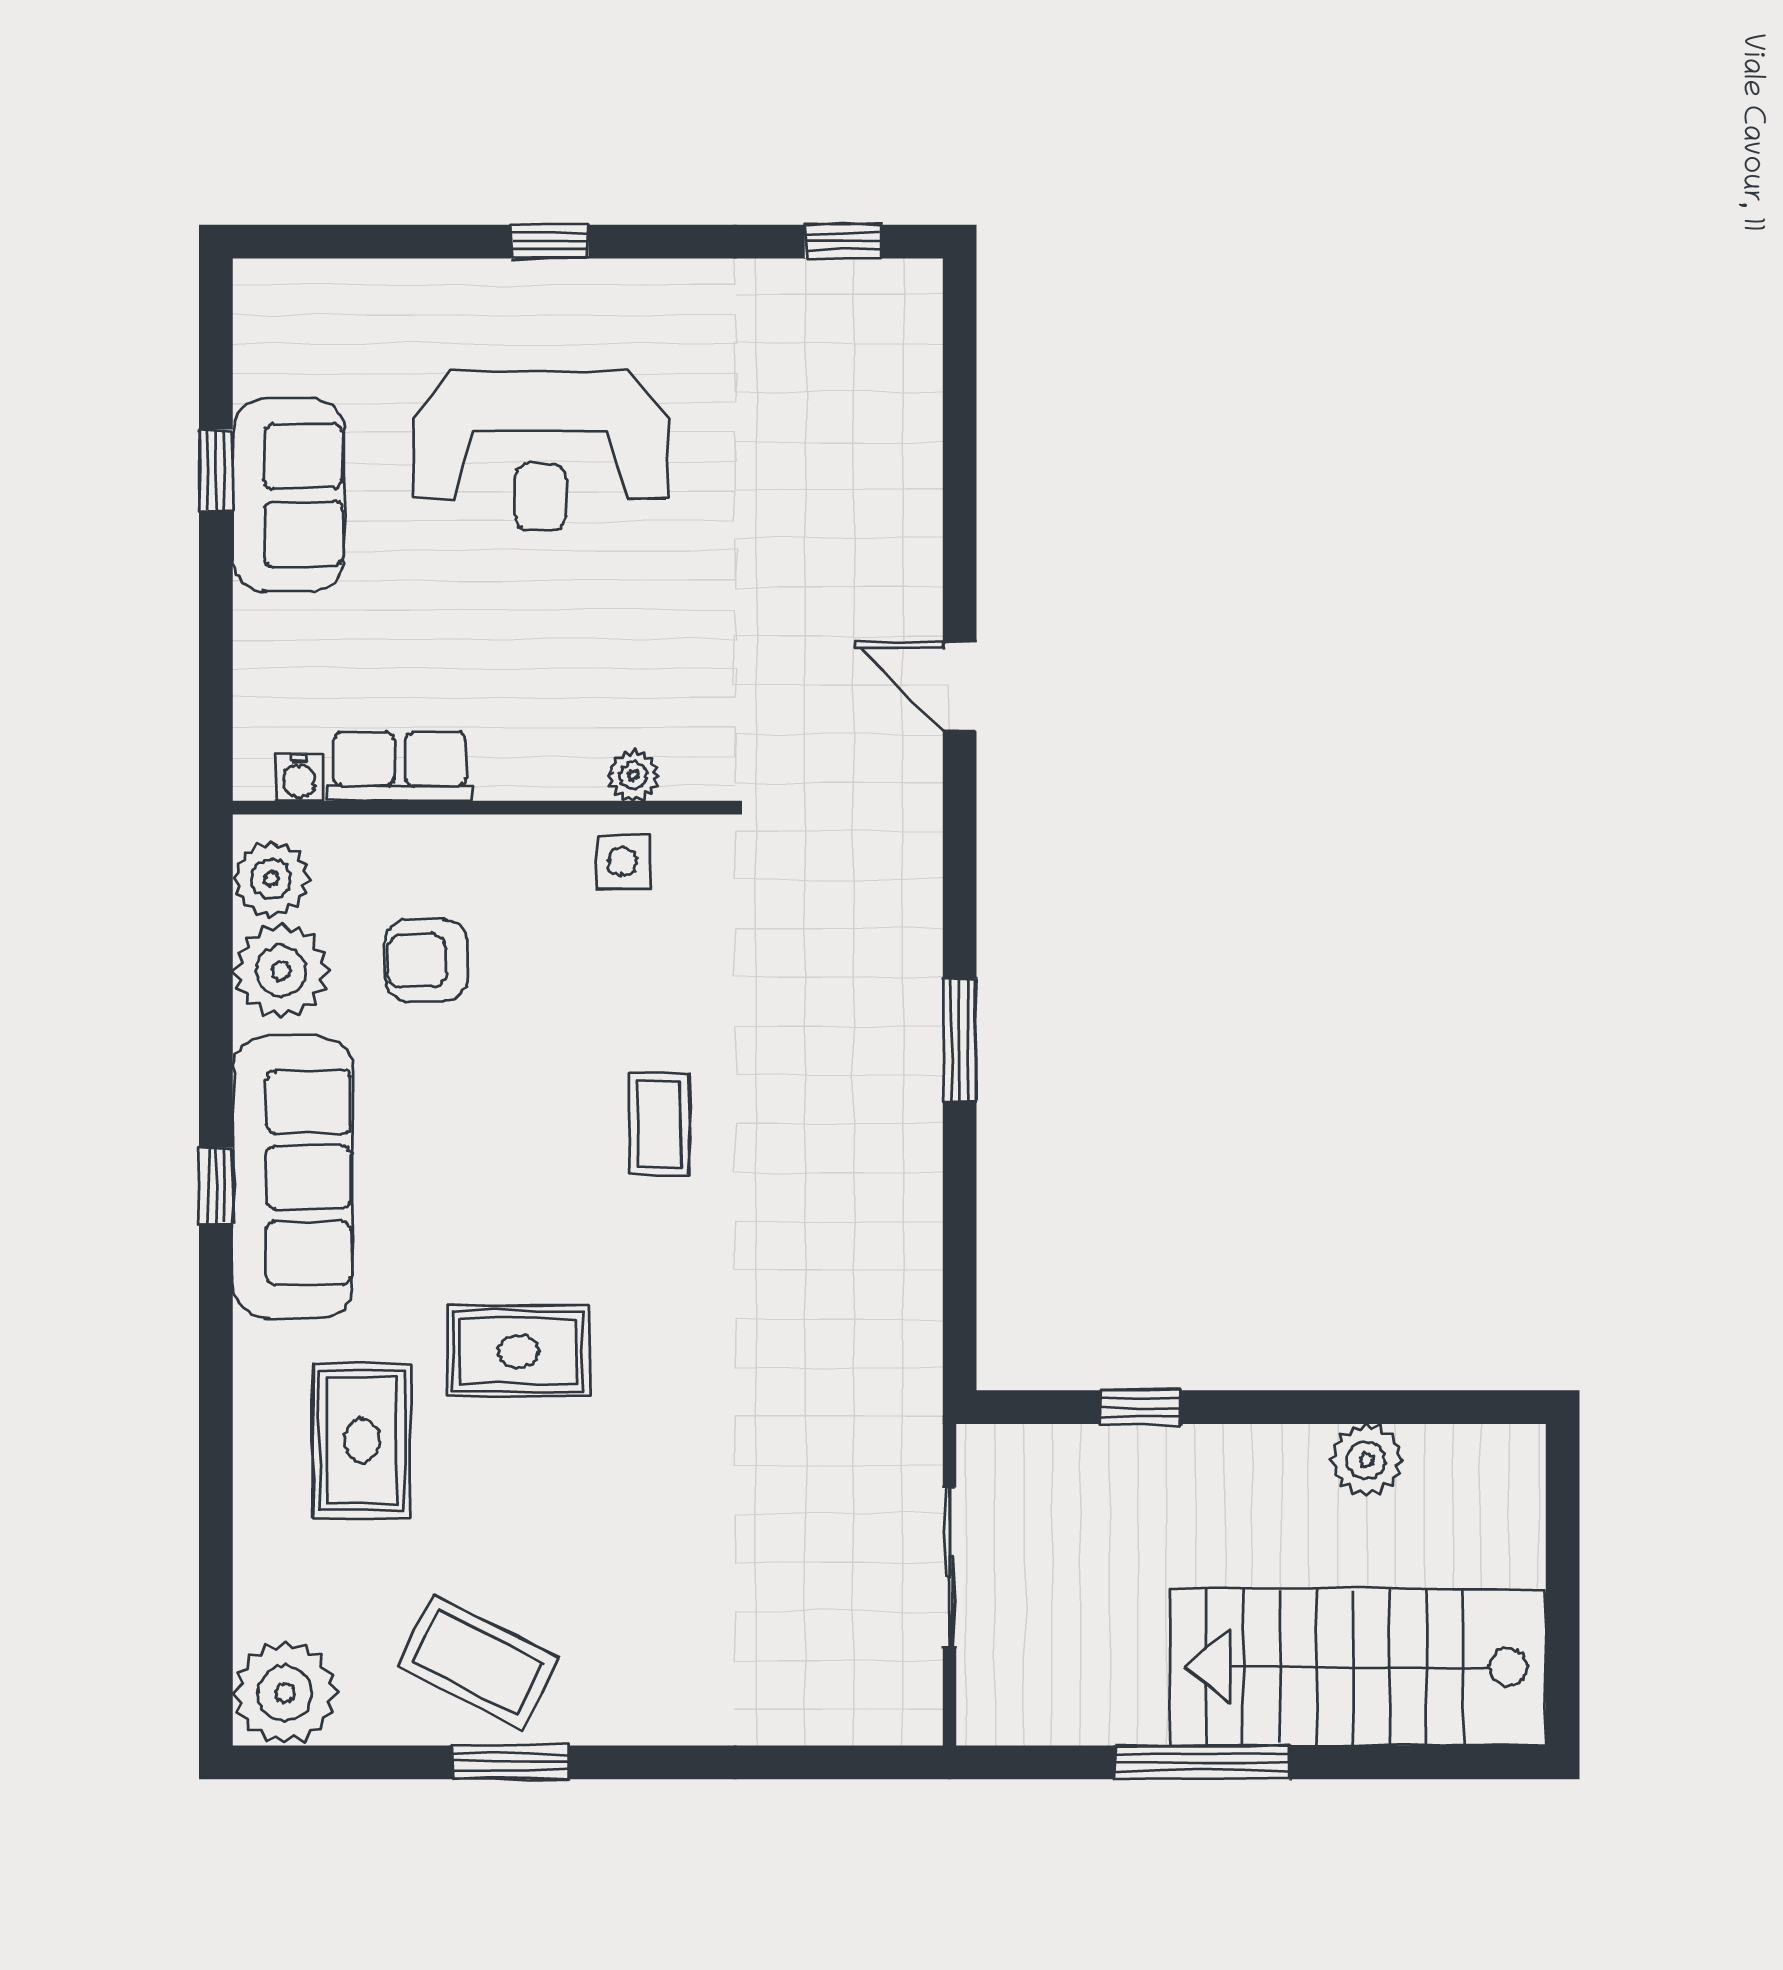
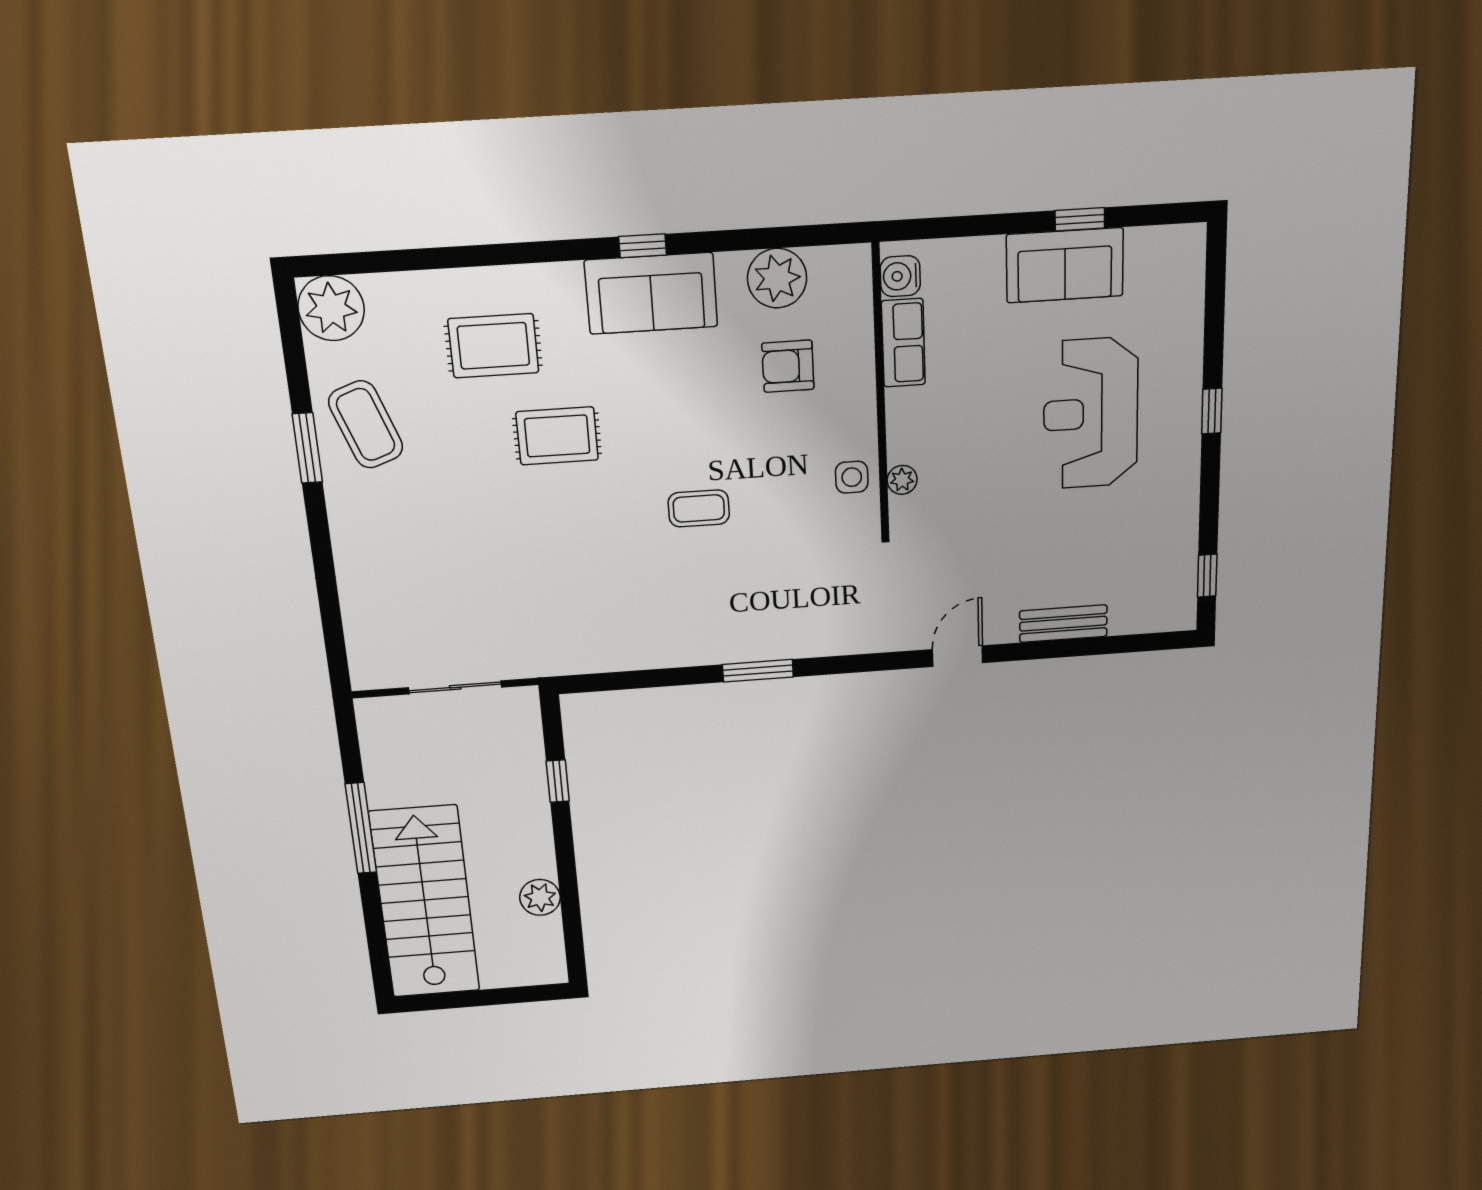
bench: (913, 498) -> (1063, 624), added
water cooler: (299, 777) -> (900, 276), width x1.38, depth x1.38
plant: (271, 879) -> (833, 269), removed
armchair: (426, 960) -> (788, 366), turned -90
sofa: (293, 1177) -> (651, 293), width x0.73
rug: (518, 1351) -> (557, 436), turned 90
coffee table: (478, 1662) -> (366, 424), turned -47

